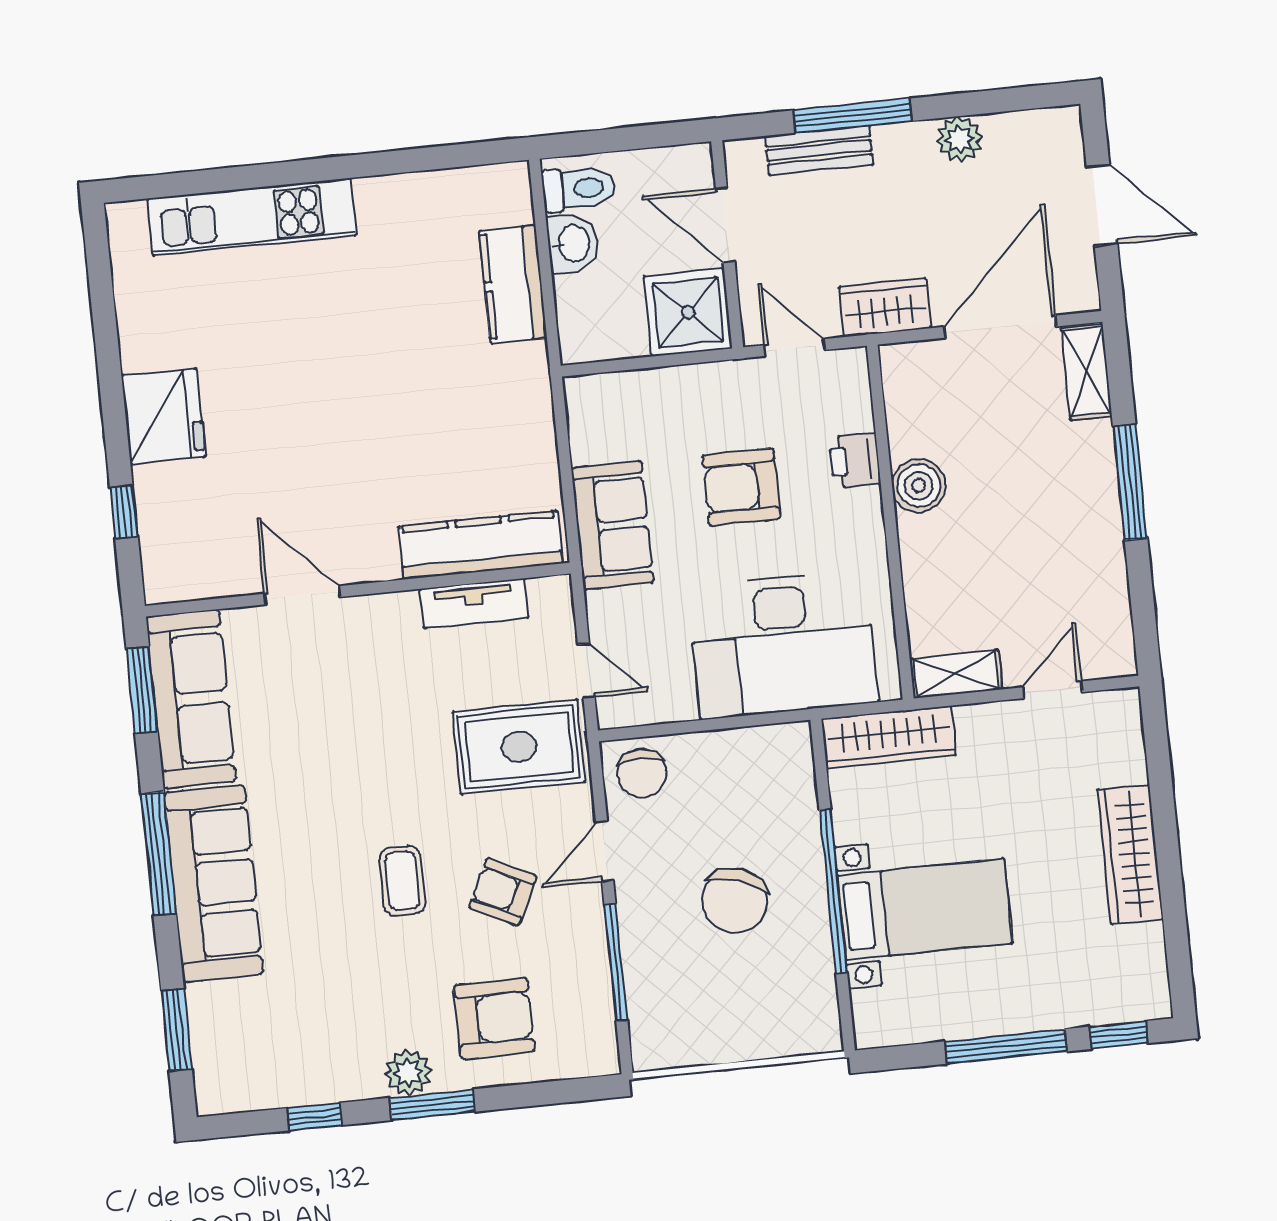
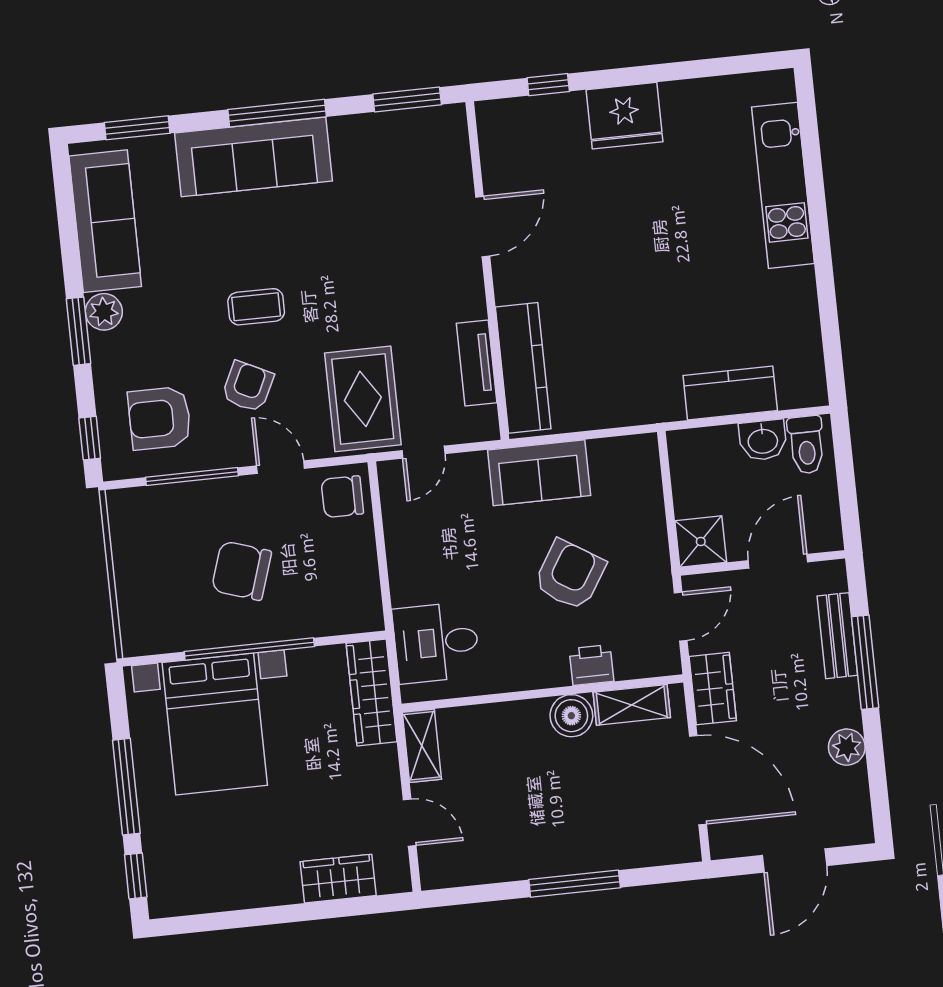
shower: (688, 312) -> (701, 542), width x0.73, depth x0.73
shelving: (1087, 372) -> (632, 705), moved
armchair: (741, 487) -> (570, 575), turned 32
desk: (783, 644) -> (436, 642), width x0.53, depth x0.77
sofa: (191, 699) -> (105, 221), moved, turned -90
wardrobe: (1130, 854) -> (338, 879), moved, width x0.67
bed with nightstands: (925, 909) -> (215, 724), width x1.36
armchair: (494, 1018) -> (160, 418), moved, turned 90
window: (314, 1117) -> (90, 438), moved

